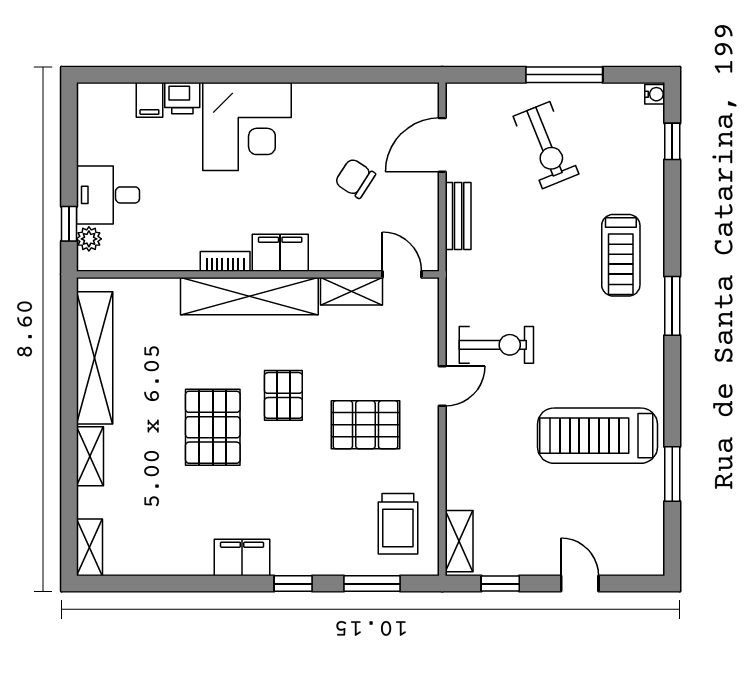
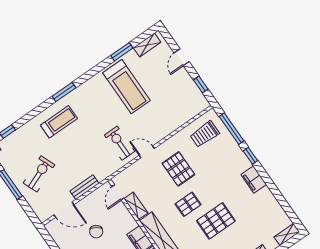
trolley: (398, 524) -> (205, 134), turned 180
shelving: (459, 541) -> (147, 45), moved
window: (372, 584) -> (231, 129), width x1.44

